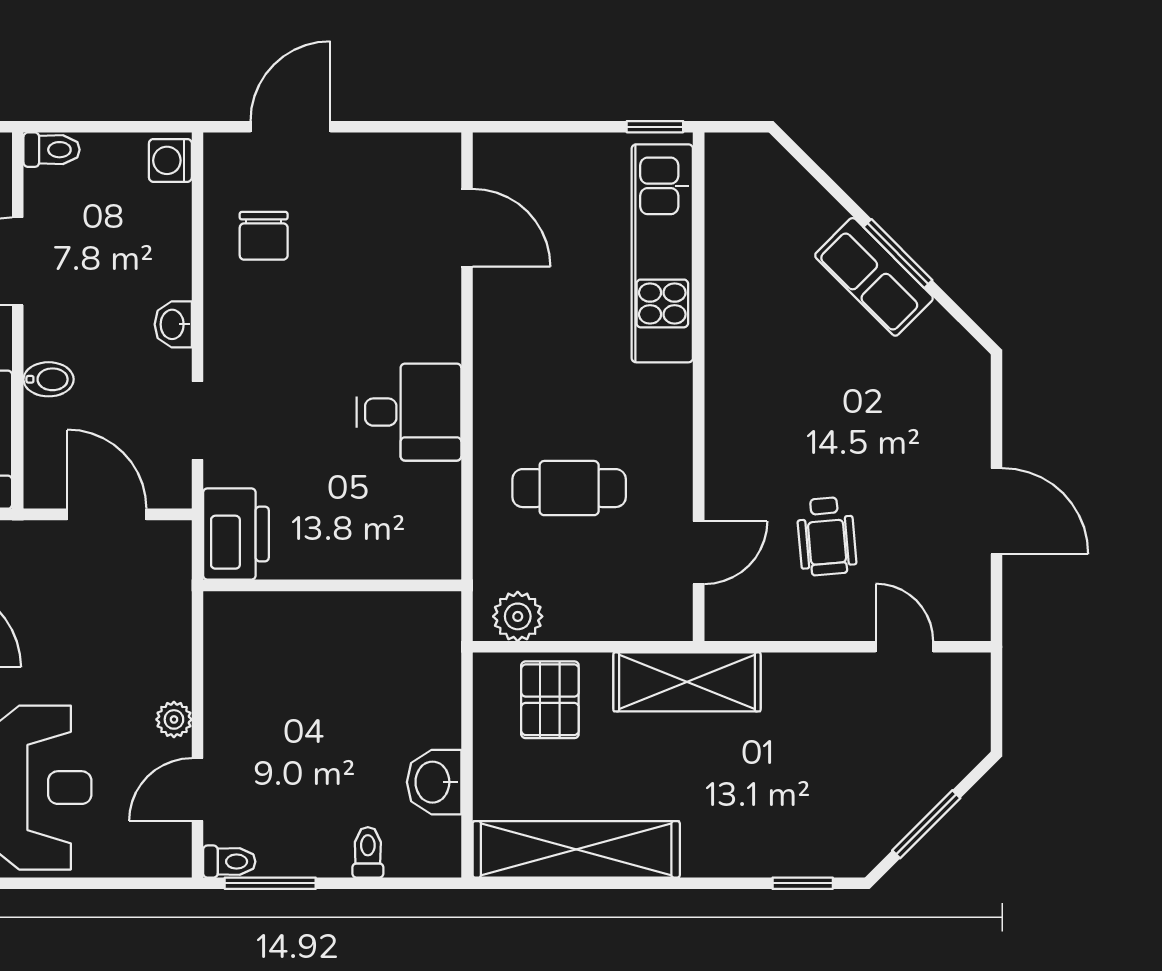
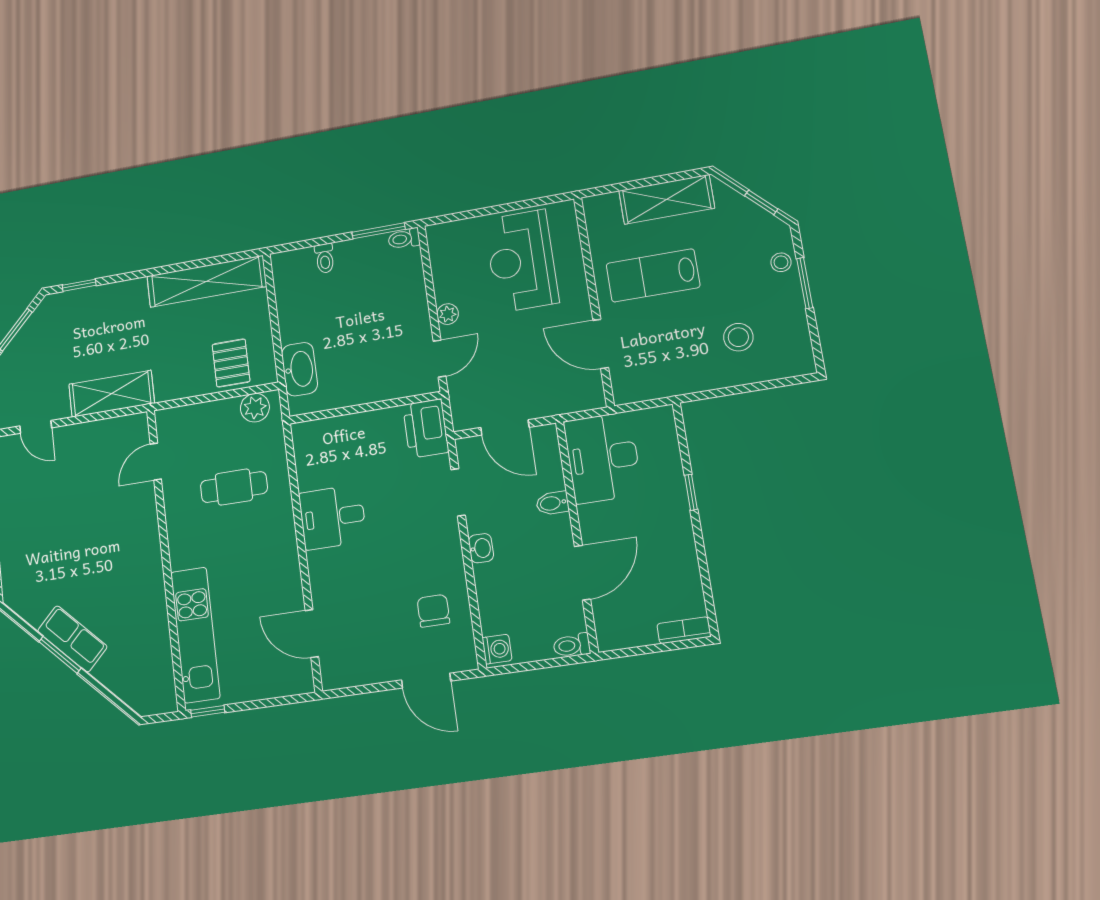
door: (290, 127) -> (426, 681), hinge flipped
wheelchair: (826, 536) -> (85, 483), removed
shelving: (687, 682) -> (112, 394), moved
washbasin: (434, 782) -> (300, 369), moved, width x1.38
door: (197, 790) -> (440, 359), moved

